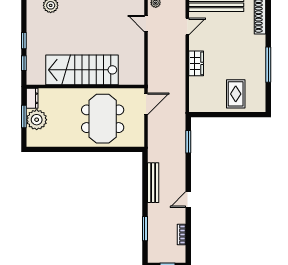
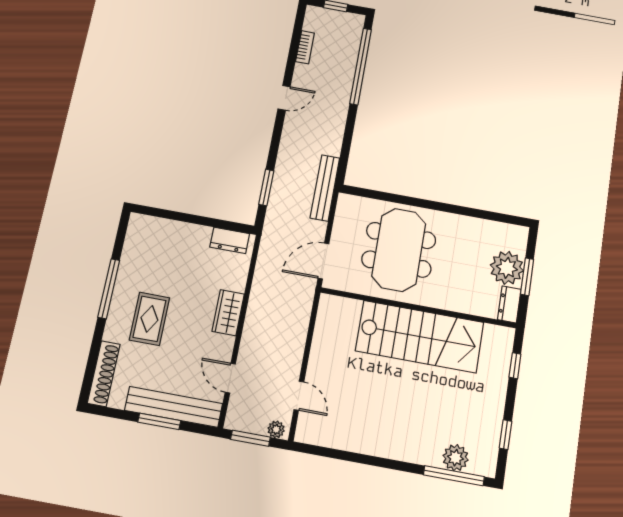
door: (187, 27) -> (230, 378), hinge flipped
window: (24, 41) -> (506, 435), moved
rug: (236, 94) -> (149, 319), moved
dresser: (204, 106) -> (230, 240), added
bench: (153, 183) -> (325, 188), moved
window: (145, 229) -> (361, 66), width x2.11

